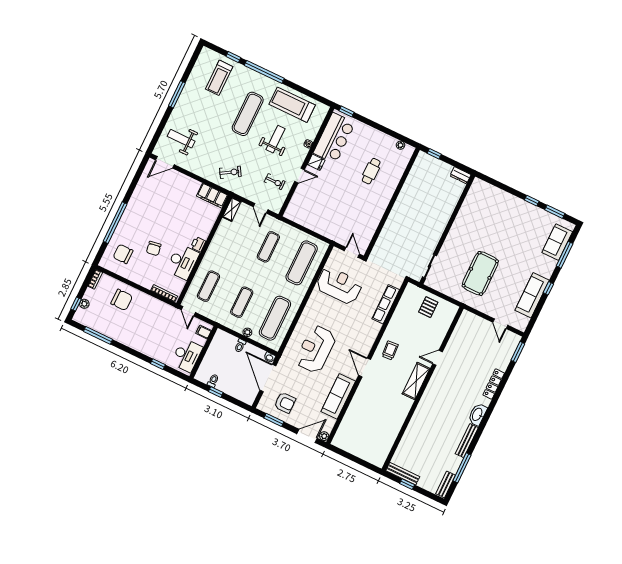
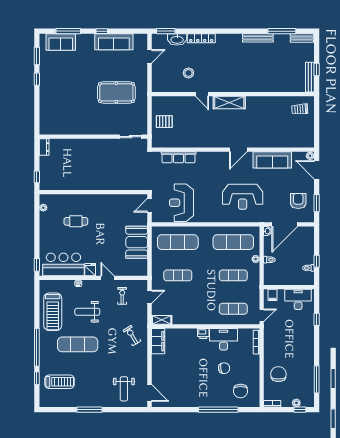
booth: (321, 222) -> (137, 242), added
trolley: (390, 350) -> (300, 109), moved
stool: (465, 355) -> (188, 73), added
washbasin: (477, 414) -> (177, 39), moved

